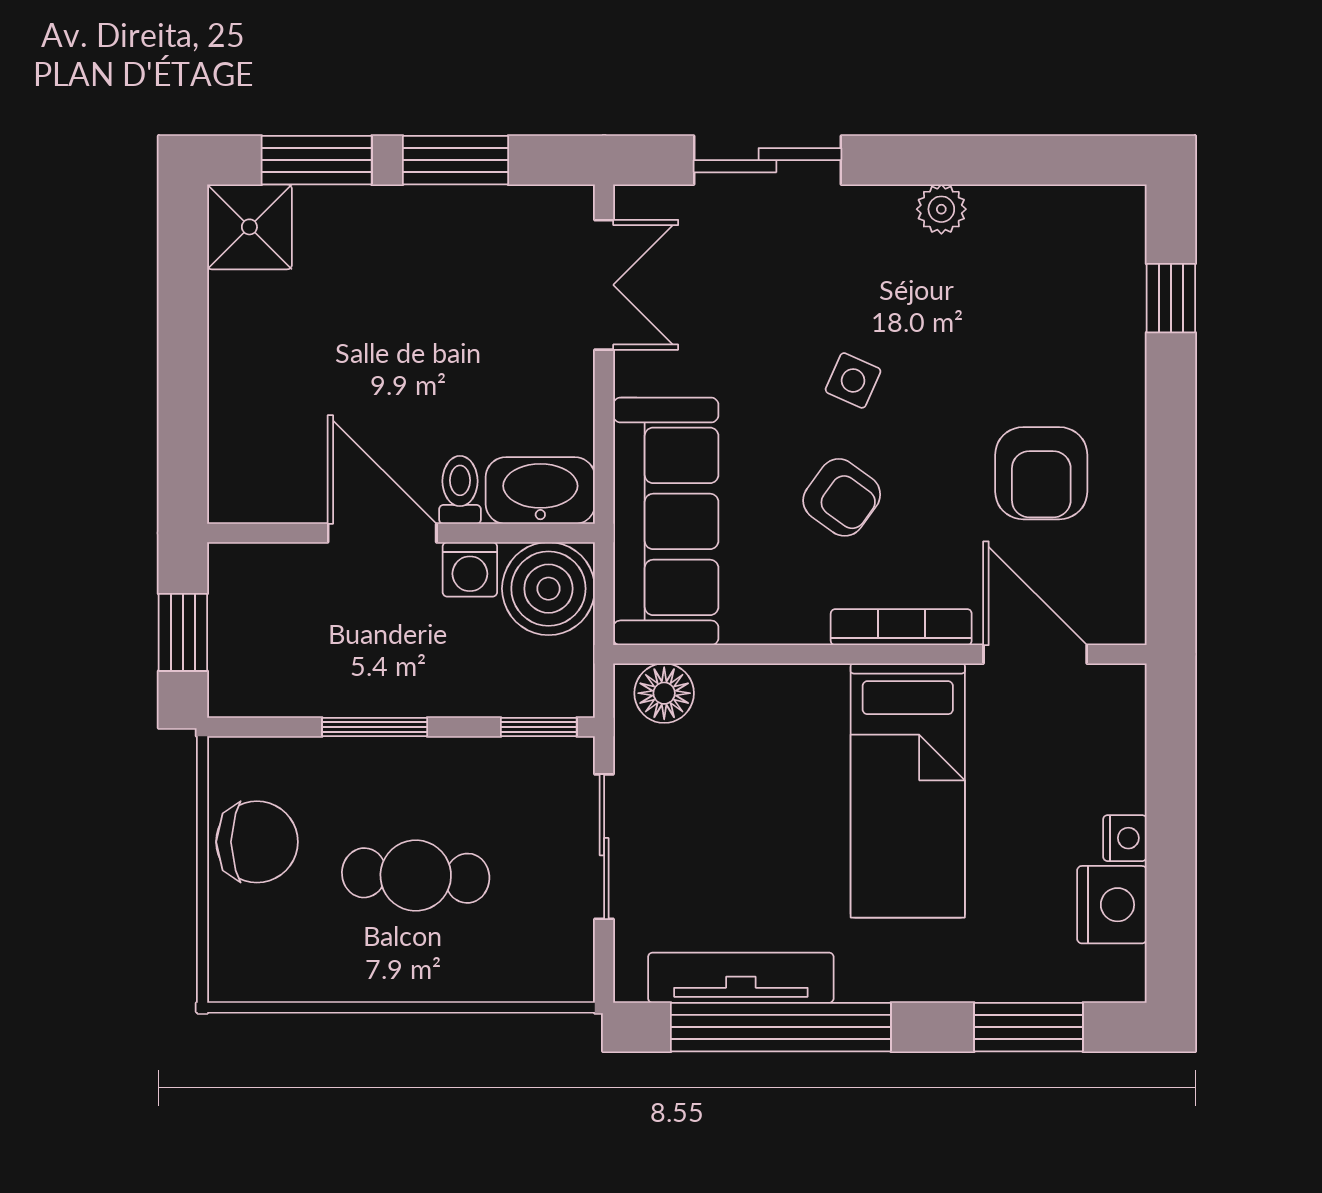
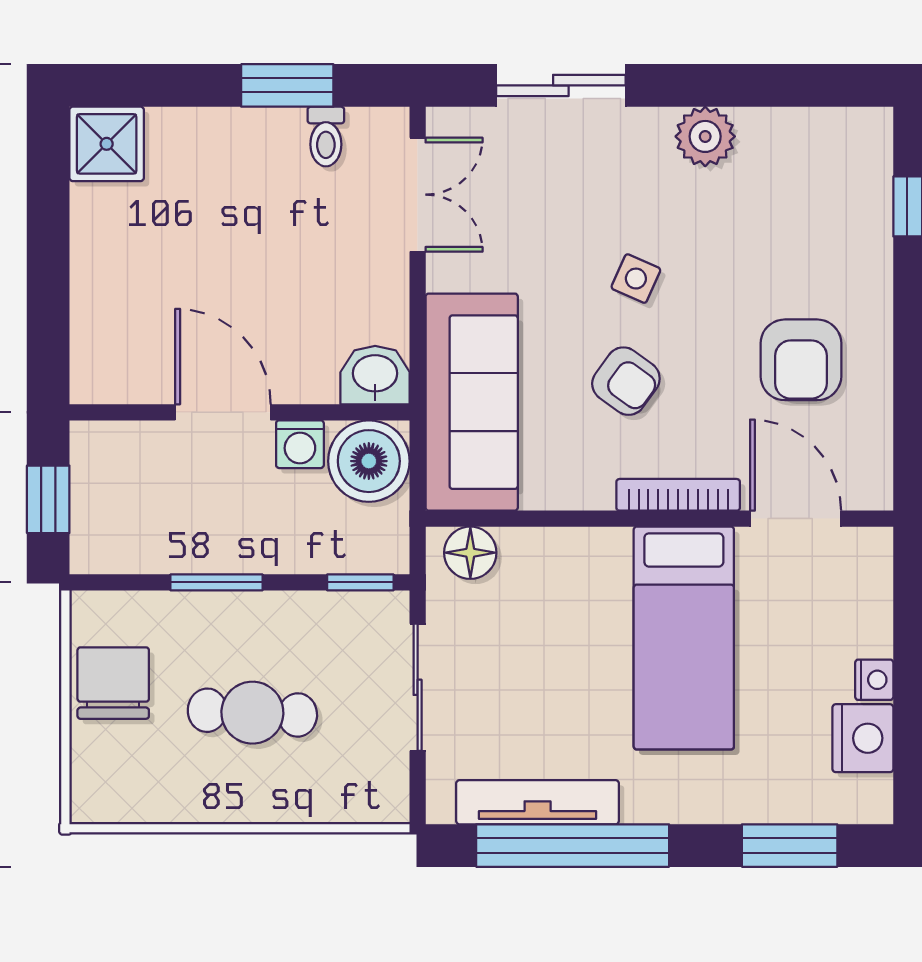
window: (317, 160) -> (166, 85), removed
plant: (941, 209) -> (705, 136), width x1.38, depth x1.38
toilet: (460, 490) -> (326, 137), moved, turned 180
washbasin: (540, 491) -> (375, 375), width x0.72
chair: (257, 842) -> (113, 683), turned -90

